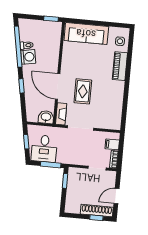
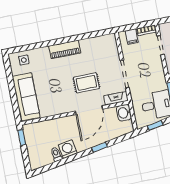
window: (18, 47) -> (60, 163), removed
piano: (120, 66) -> (65, 49), moved

